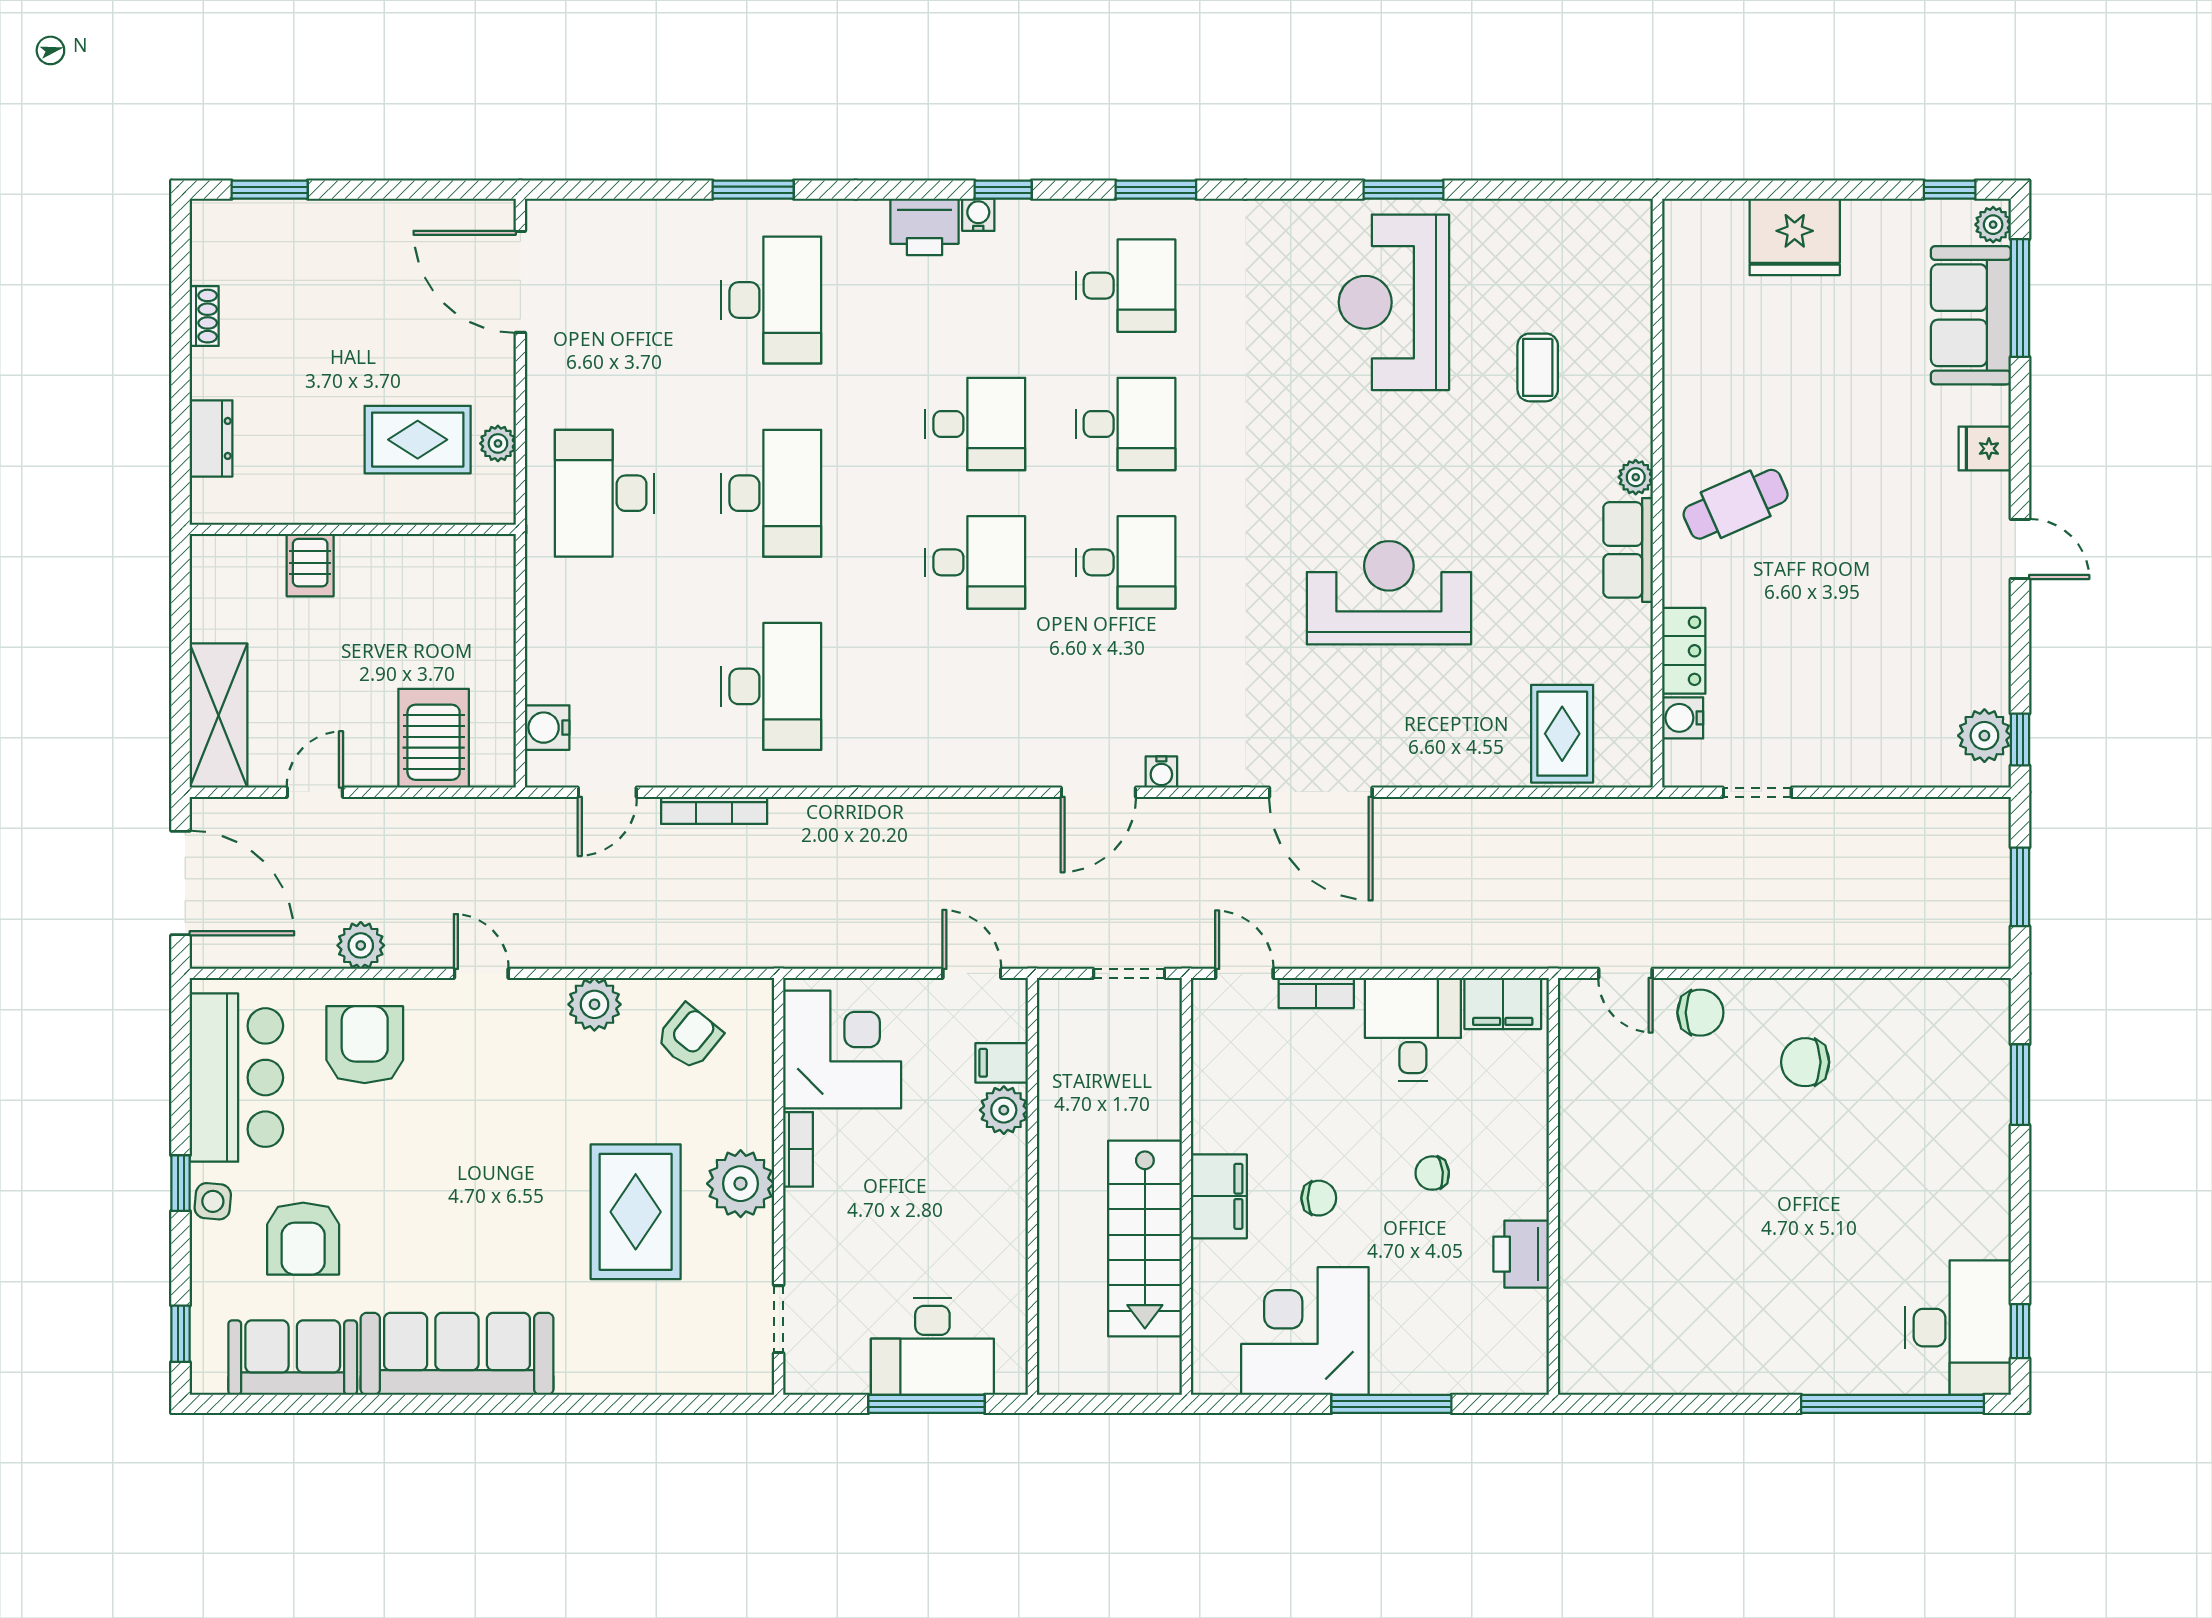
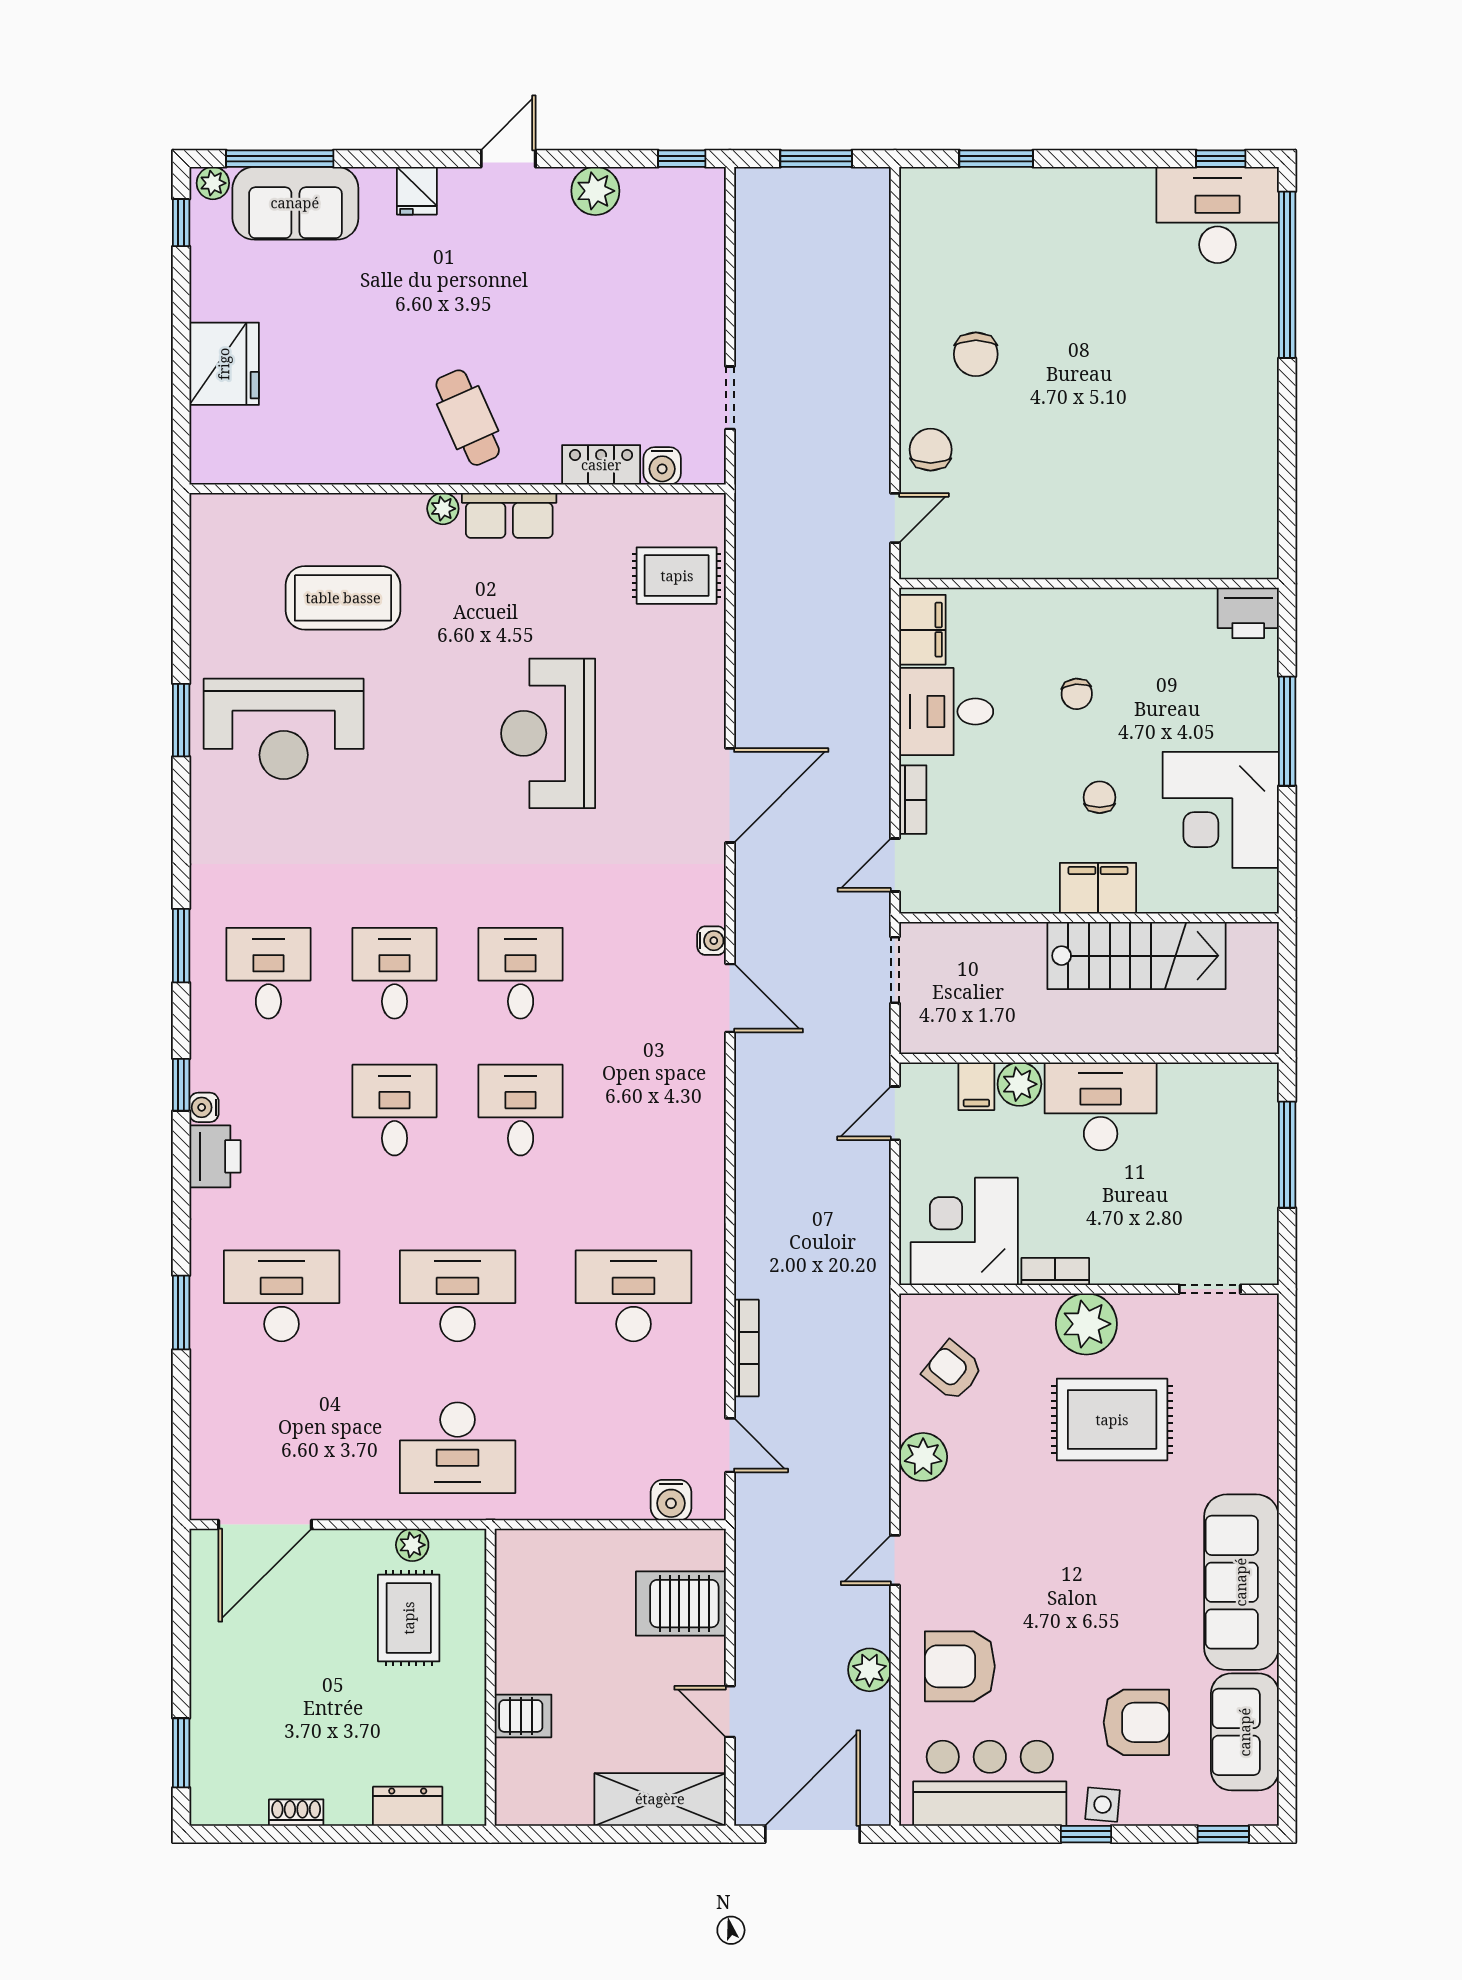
coffee table: (1538, 367) -> (343, 598), width x1.86, depth x1.72
plant: (1984, 736) -> (595, 191), moved
printer: (1521, 1254) -> (1248, 613), moved
desk: (932, 1346) -> (1101, 1106), moved, turned -90

